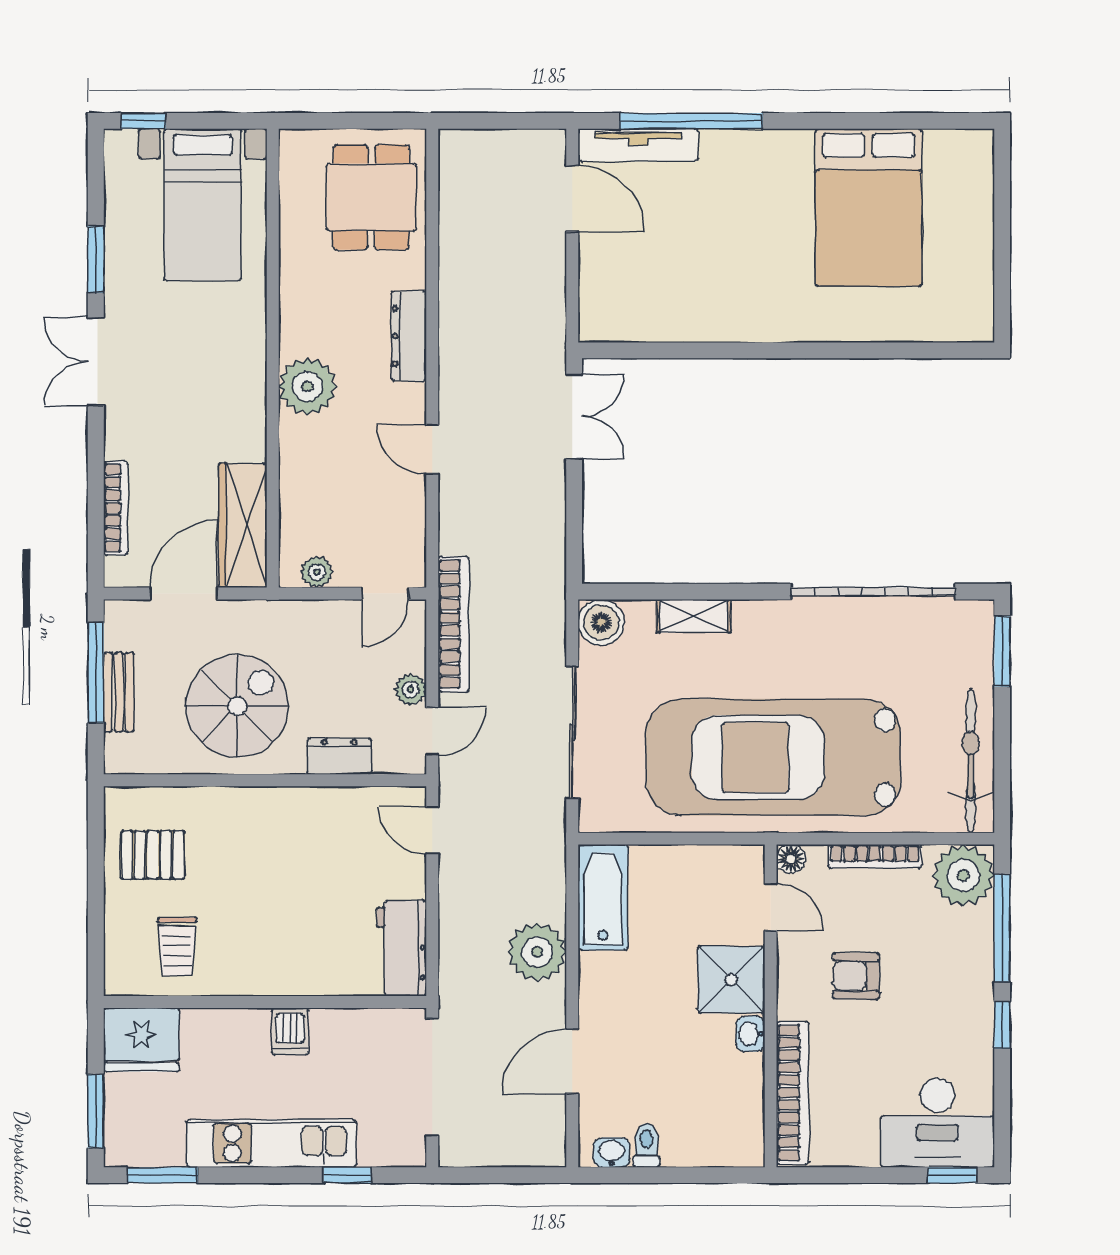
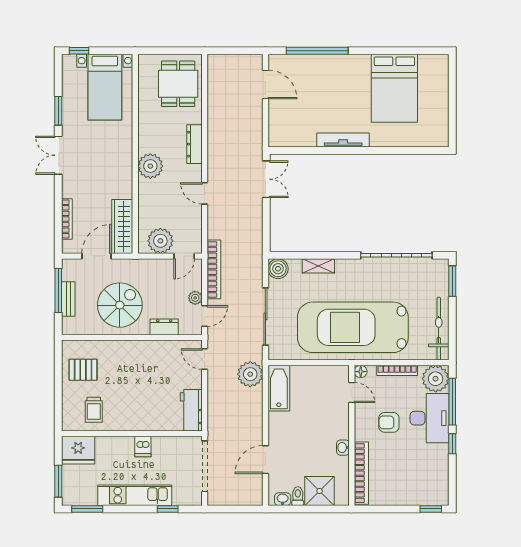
tv unit: (638, 145) -> (343, 140), moved, turned 180
plant: (317, 572) -> (160, 241), width x1.87, depth x1.87
plant: (537, 952) -> (250, 374), moved
shower: (731, 980) -> (320, 491), moved
desk: (938, 1123) -> (430, 418), moved, turned -90

